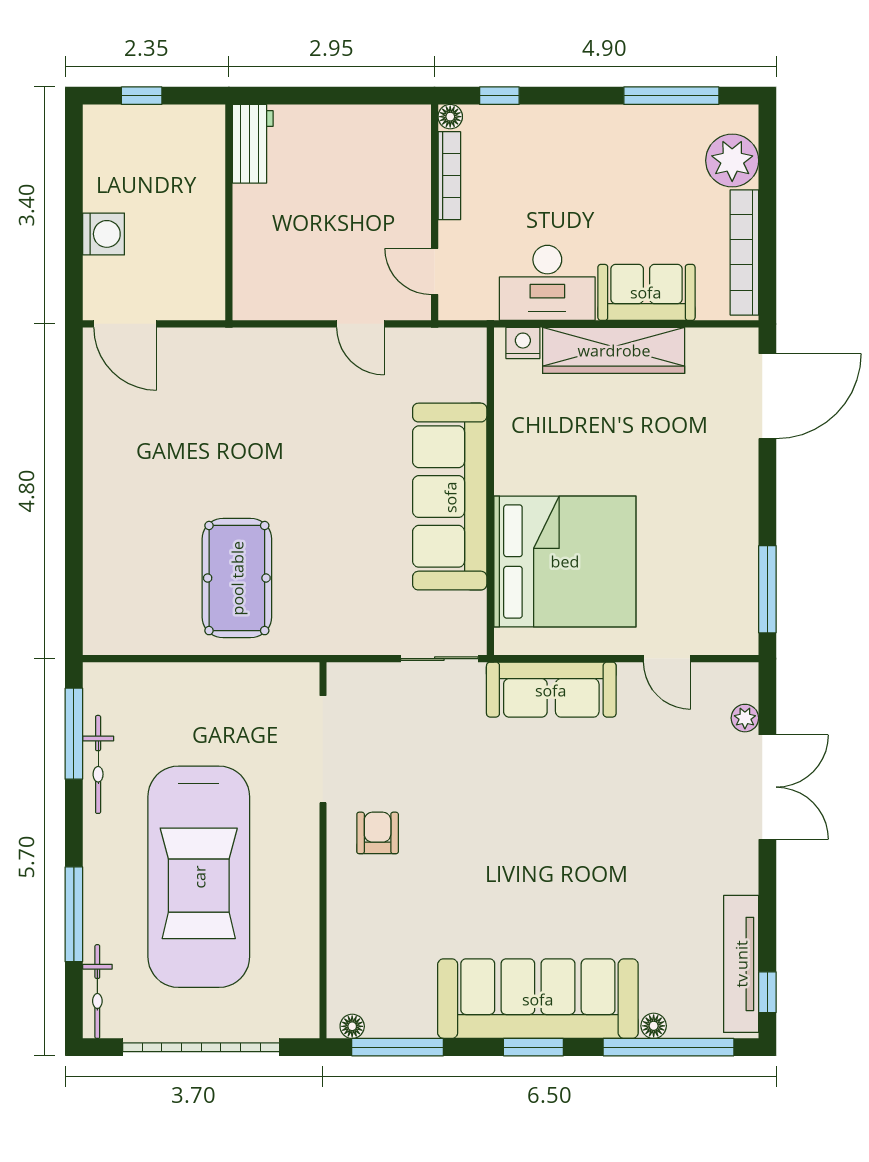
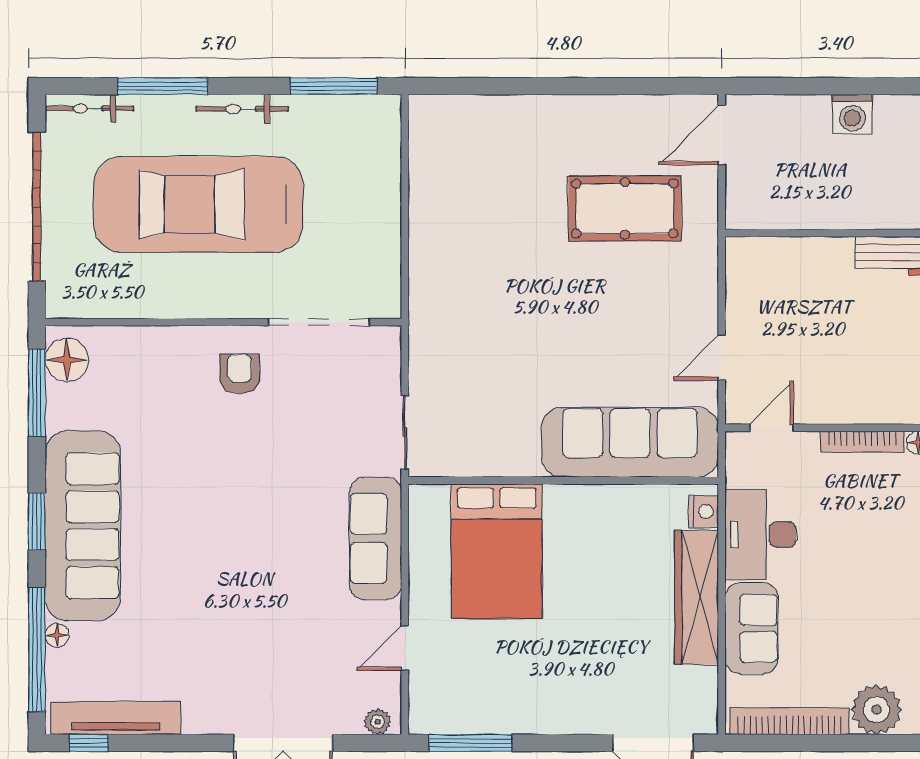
washing machine: (103, 234) -> (852, 114), moved
sofa: (450, 497) -> (630, 442), moved
bed: (565, 561) -> (497, 551), width x0.73
pool table: (237, 578) -> (625, 208), moved
plant: (745, 718) -> (378, 722), moved
bicycle: (98, 764) -> (242, 109), moved
armchair: (378, 833) -> (240, 374), turned -90
floor lamp: (352, 1026) -> (67, 360), width x1.89, depth x1.89

